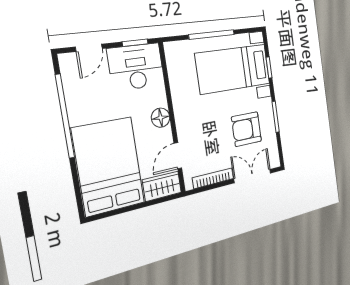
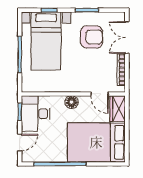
door: (89, 48) -> (20, 142), hinge flipped
armchair: (247, 129) -> (91, 37), turned -90

